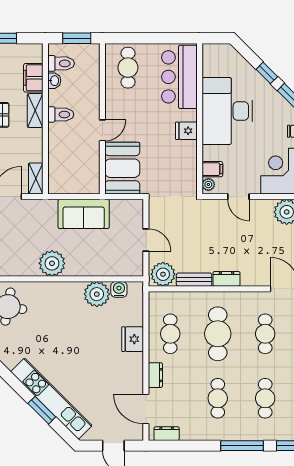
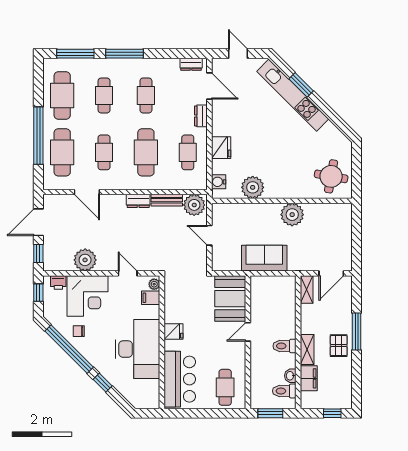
water cooler: (119, 289) -> (219, 182), moved, turned 90

